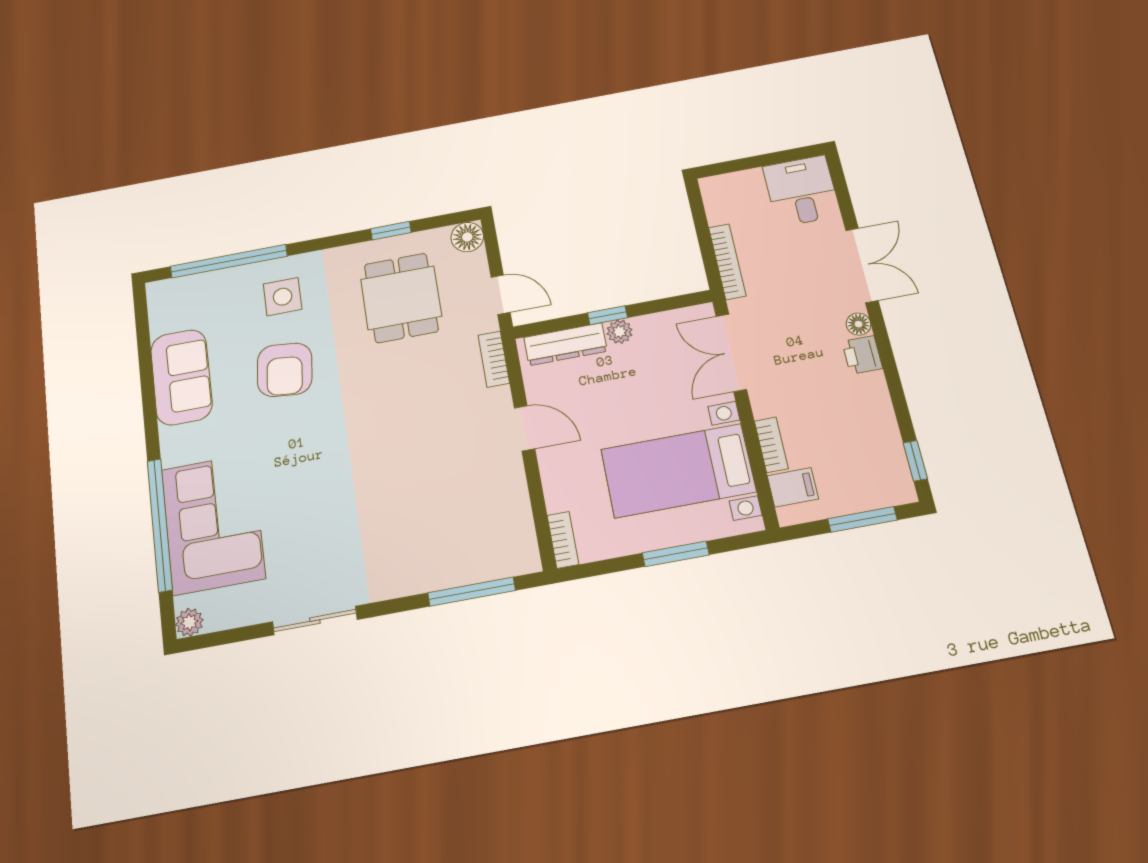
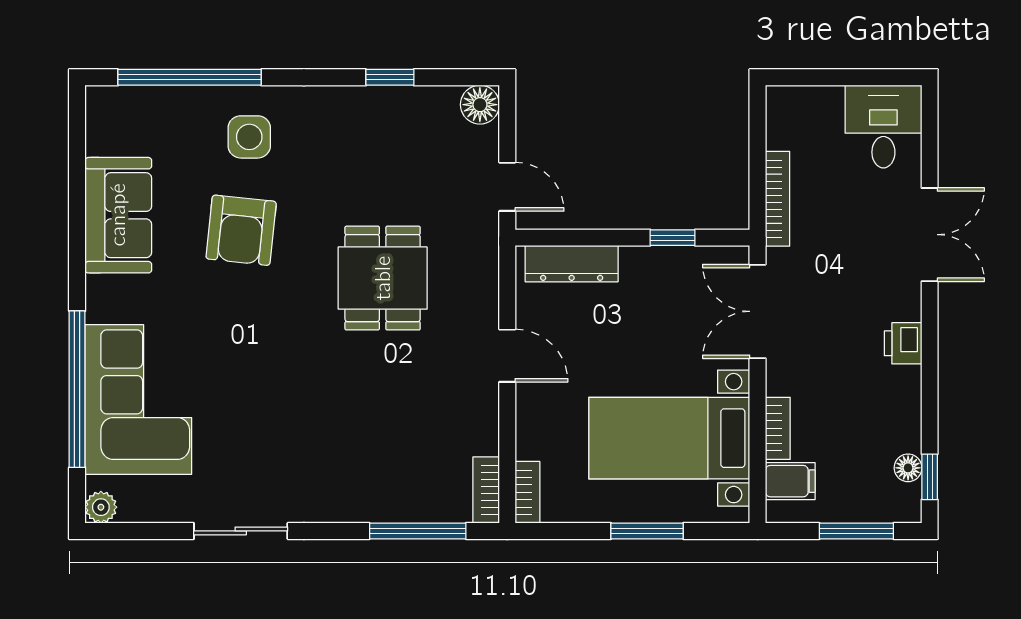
dining table: (401, 298) -> (383, 278), moved
window: (608, 315) -> (673, 238), moved
floor lamp: (859, 324) -> (908, 468), moved
plant: (620, 332) -> (636, 261), removed
bookcase: (494, 359) -> (486, 490), moved

